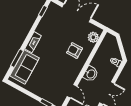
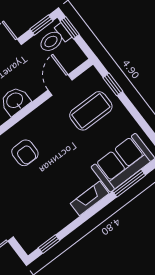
coffee table: (51, 85) -> (91, 111), added

